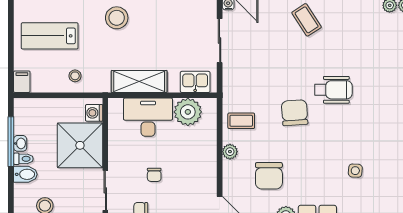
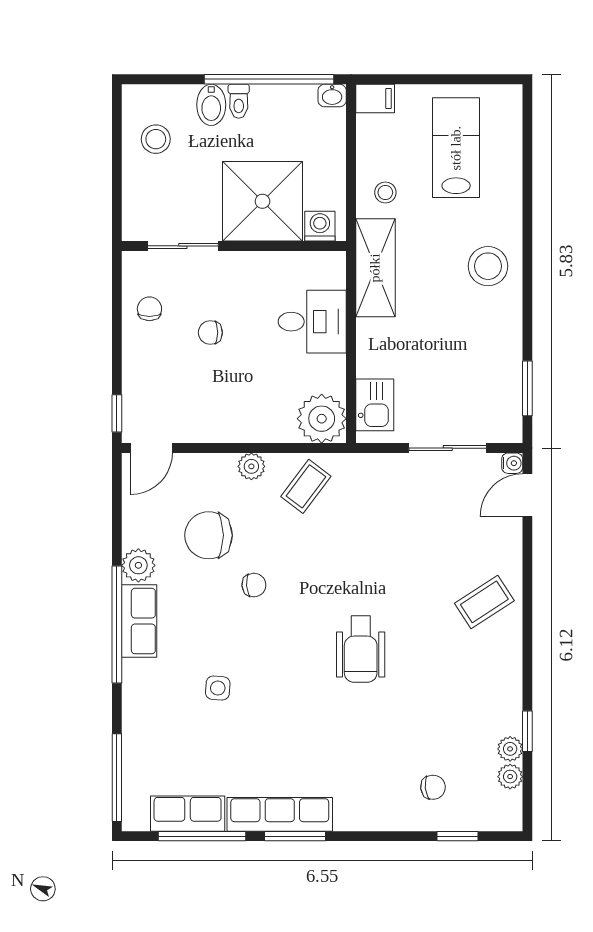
shelving: (139, 81) -> (375, 268), moved
plant: (188, 112) -> (322, 419), moved
chair: (295, 113) -> (254, 585), moved, width x0.54, depth x0.54
desk: (148, 117) -> (312, 322), width x0.73
coffee table: (241, 121) -> (306, 486), turned 37
window: (11, 142) -> (269, 79), width x1.46
washbasin: (20, 143) -> (332, 95), moved

